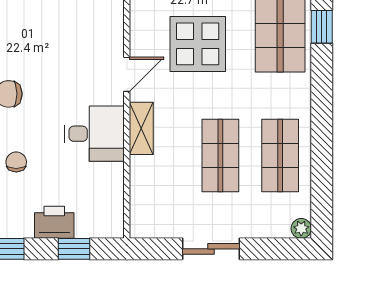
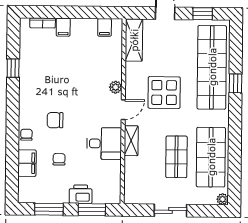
plant: (113, 36) -> (116, 87), added
shop shelf: (280, 155) -> (211, 157), width x1.43, depth x1.36
window: (74, 249) -> (92, 210), width x1.50

